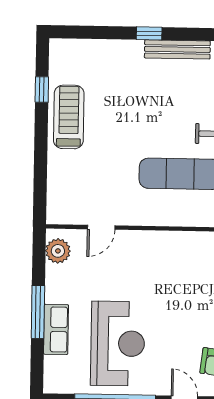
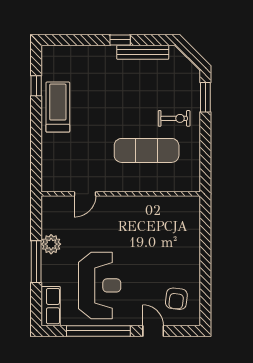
plant: (58, 251) -> (51, 244), moved
row of seats: (56, 329) -> (51, 306), moved

